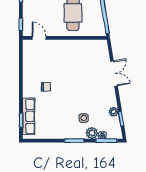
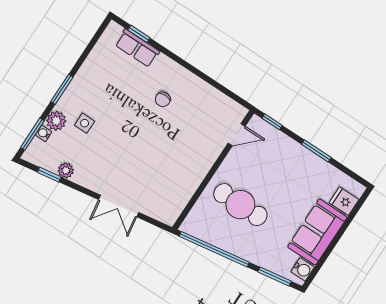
row of seats: (29, 116) -> (137, 48), width x0.68

